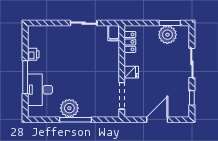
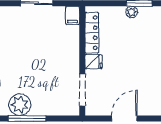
plant: (167, 35) -> (132, 12), width x0.53, depth x0.53
locker: (130, 42) -> (92, 33), width x1.53

